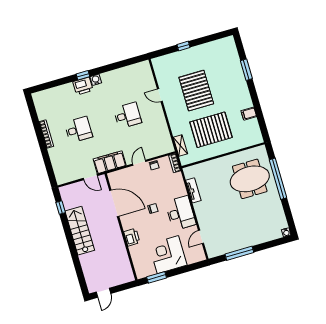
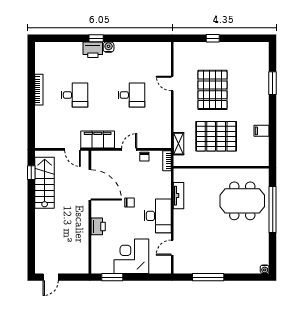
stairs: (80, 231) -> (45, 183), moved

